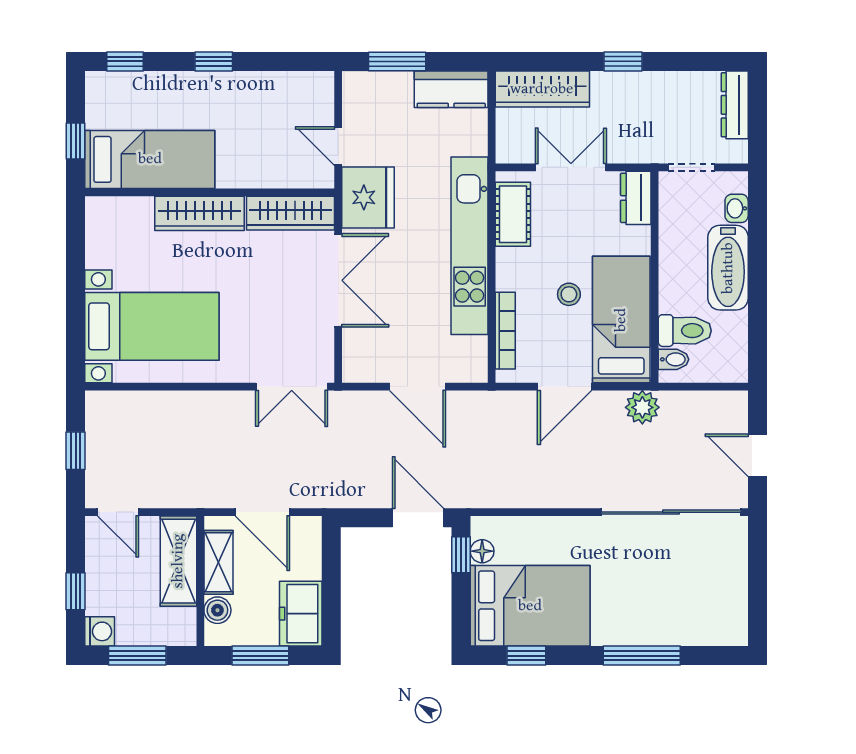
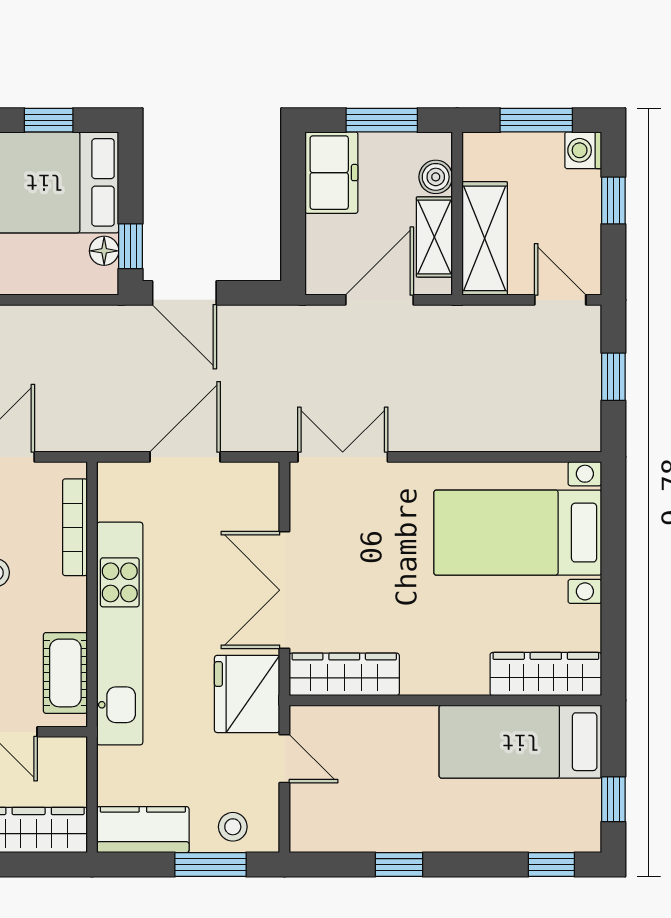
window: (214, 61) -> (399, 864), moved
stool: (379, 92) -> (233, 827), added
window: (76, 141) -> (613, 799), moved
wardrobe: (199, 213) -> (546, 674), moved
door: (417, 387) -> (185, 457), hinge flipped
door: (262, 512) -> (379, 300), hinge flipped

